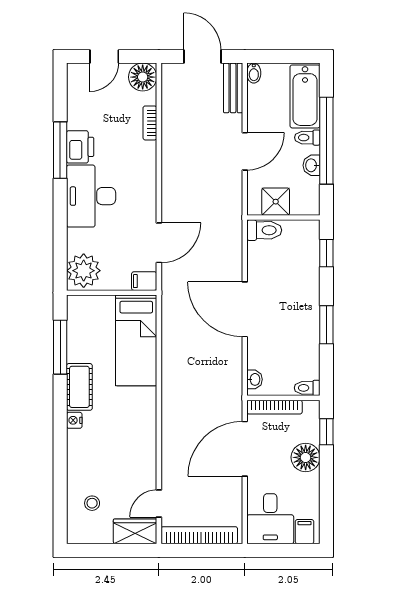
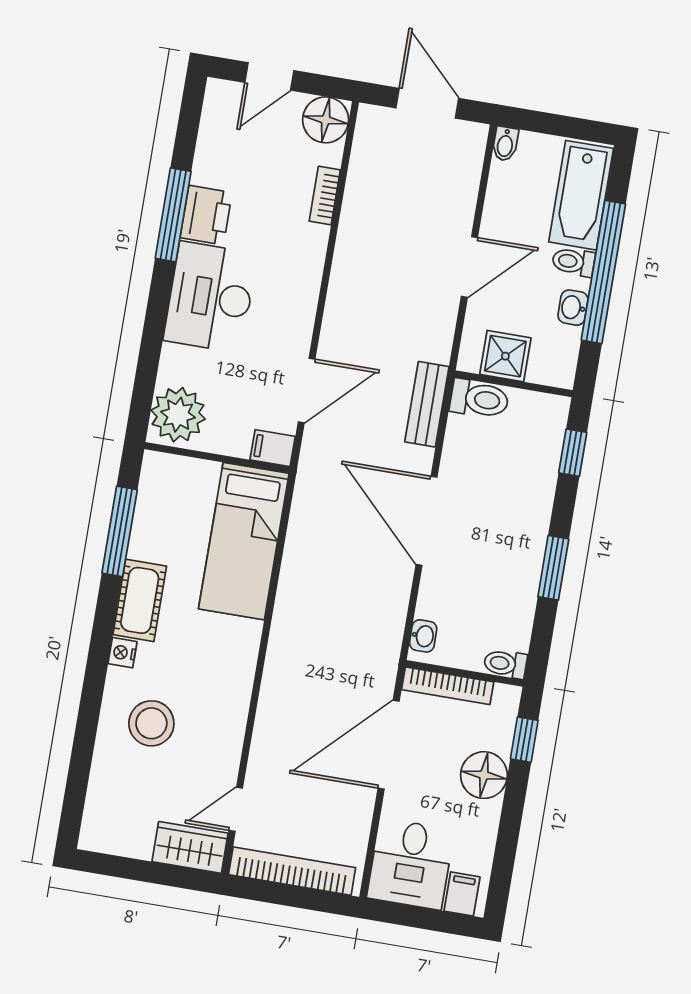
bench: (233, 88) -> (427, 404), moved
stool: (92, 503) -> (151, 723), moved, width x1.89, depth x1.89

